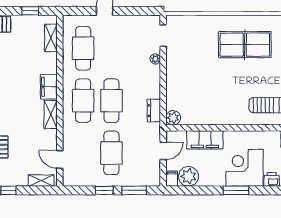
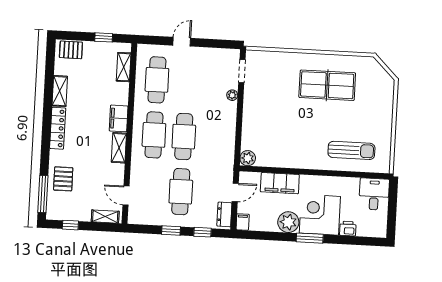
dresser: (154, 111) -> (224, 214), moved
plant: (188, 176) -> (288, 222), moved
window: (134, 190) -> (203, 232), width x0.67

